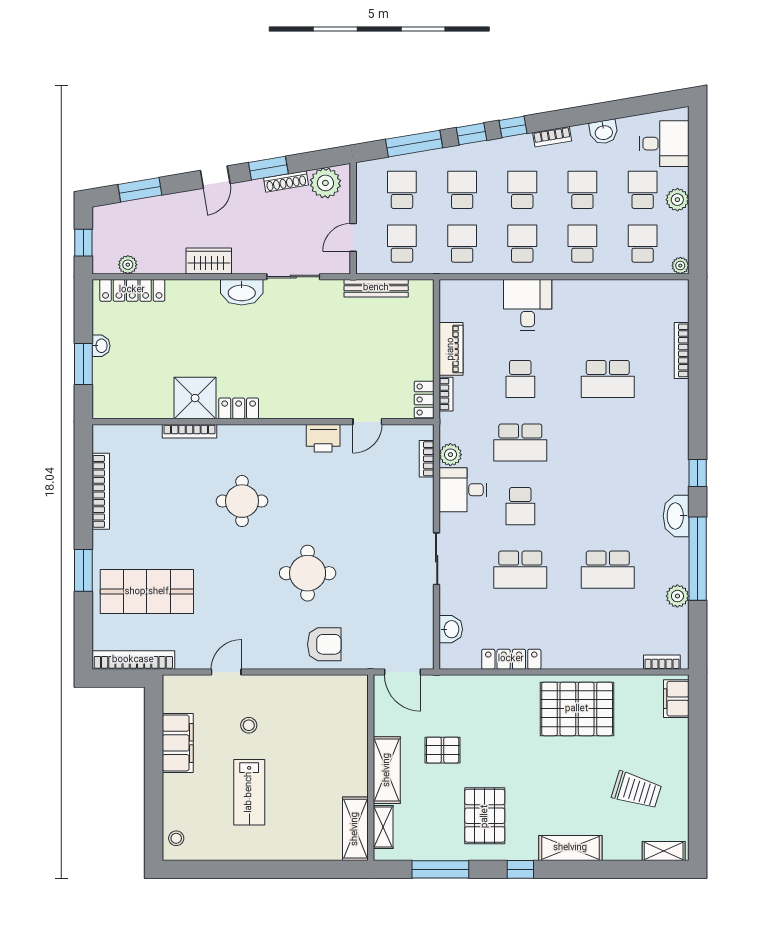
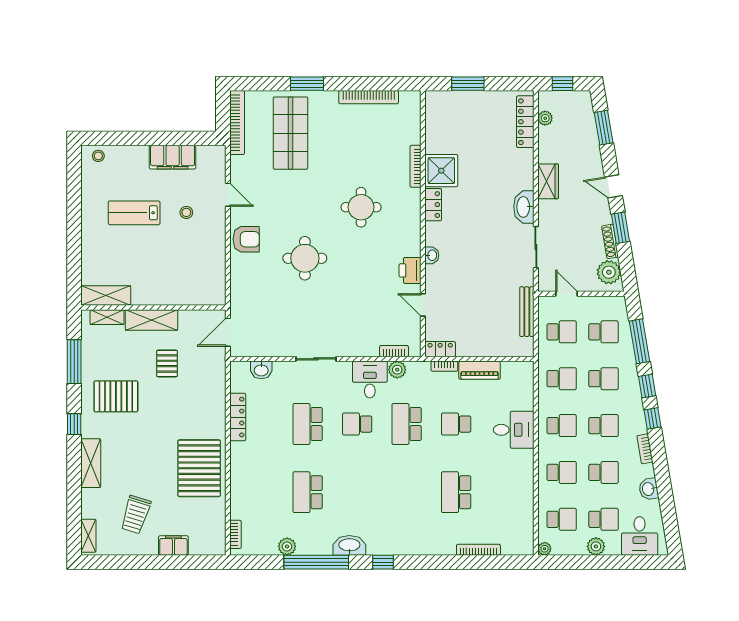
washbasin: (101, 346) -> (432, 255), moved, turned -90
armchair: (324, 644) -> (246, 239), moved, turned -90
filing cabinet: (676, 699) -> (173, 545), moved

